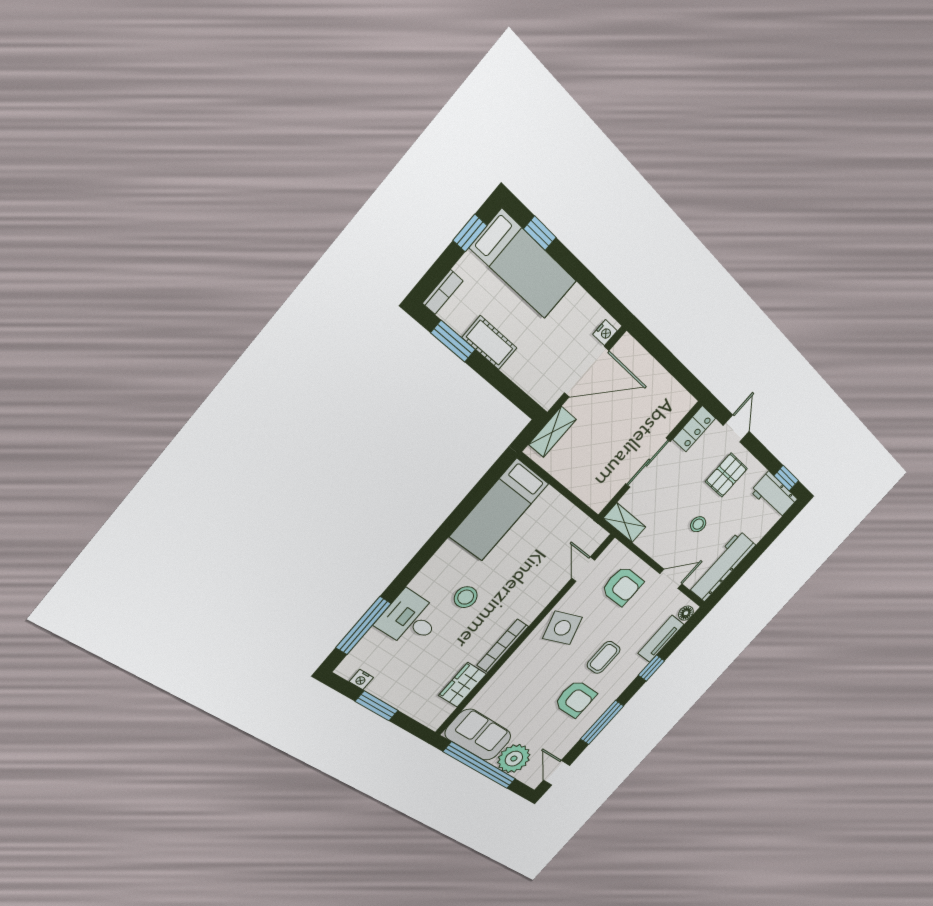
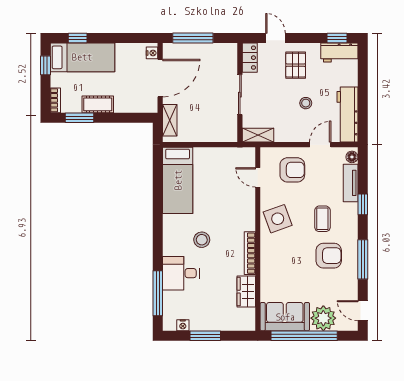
window: (662, 354) -> (193, 38), added

